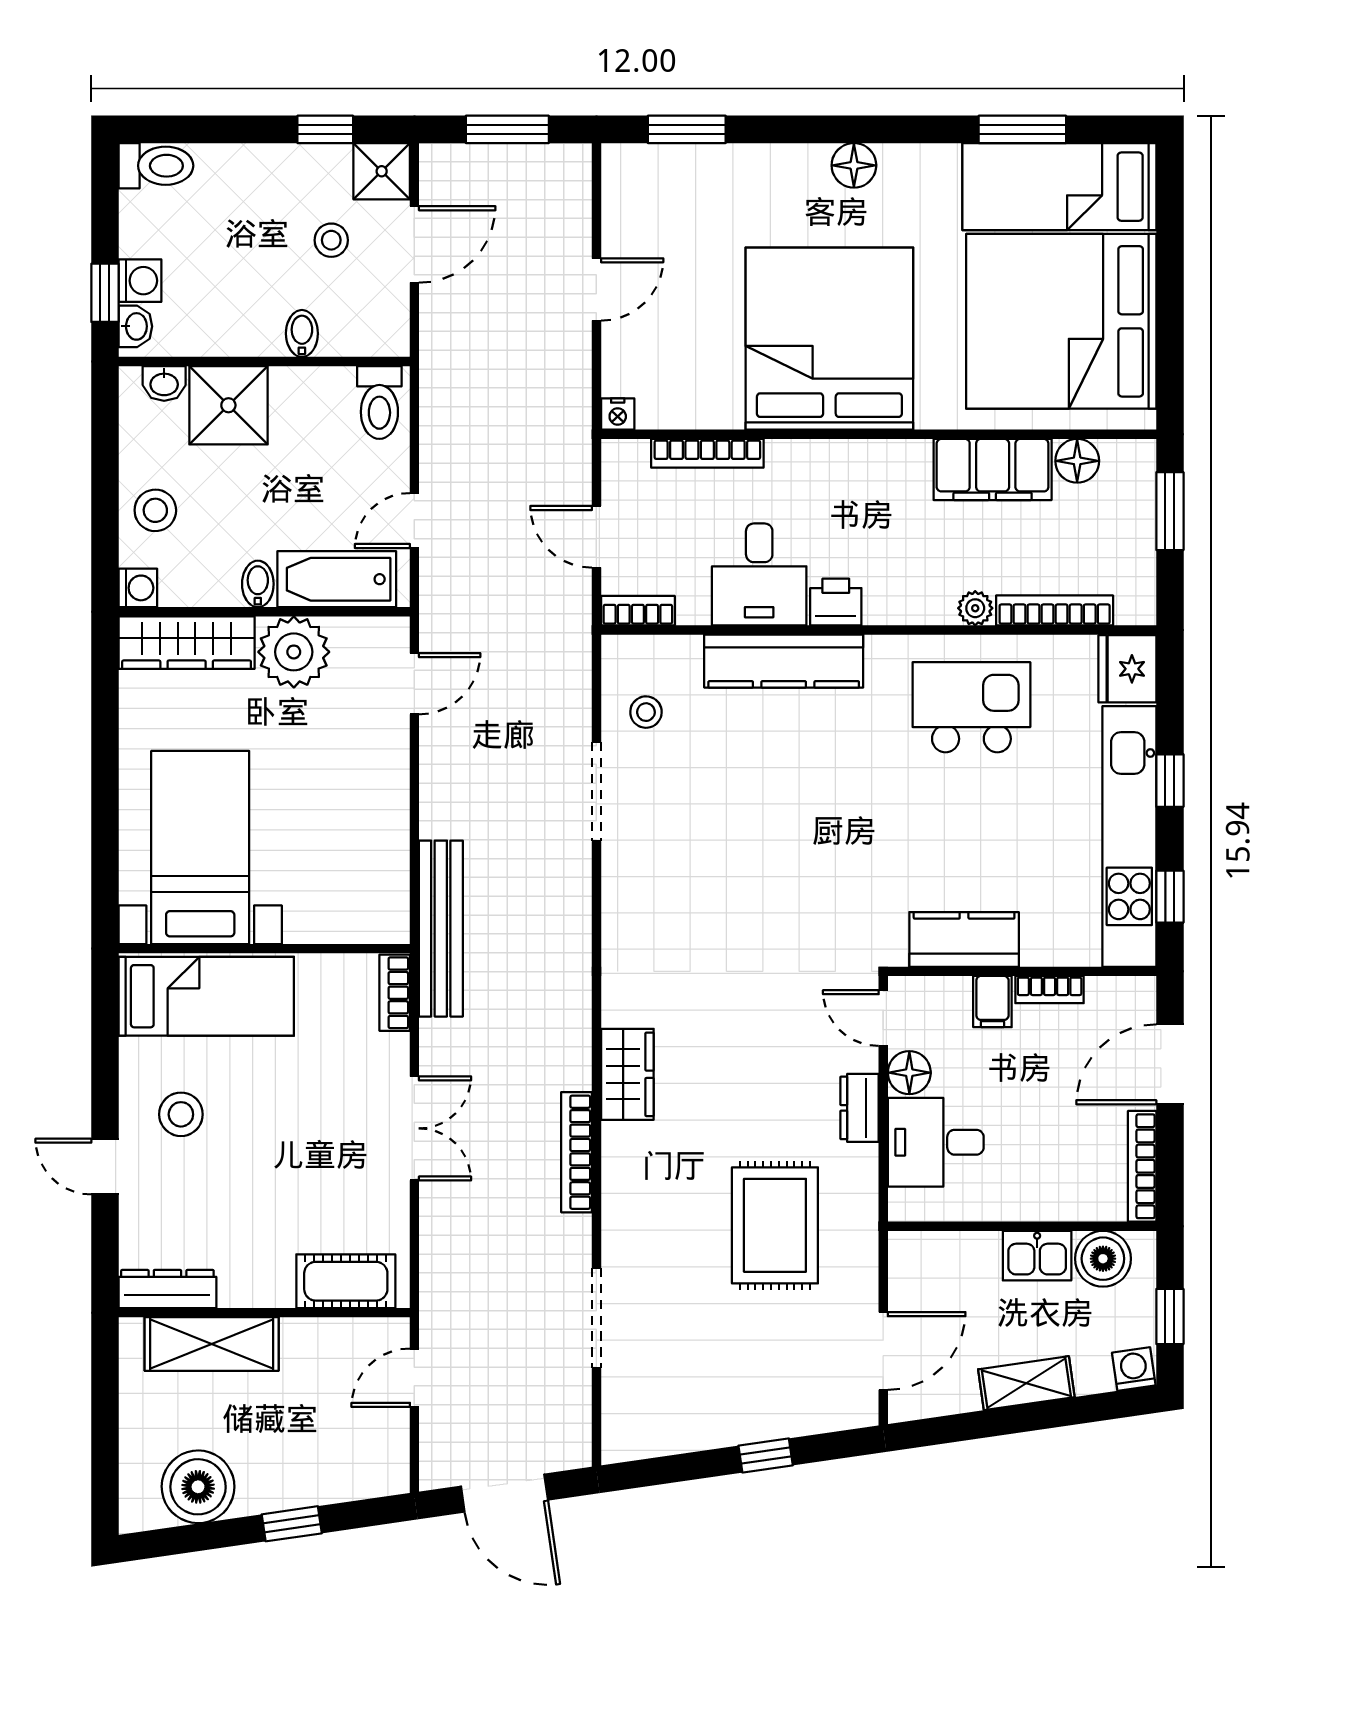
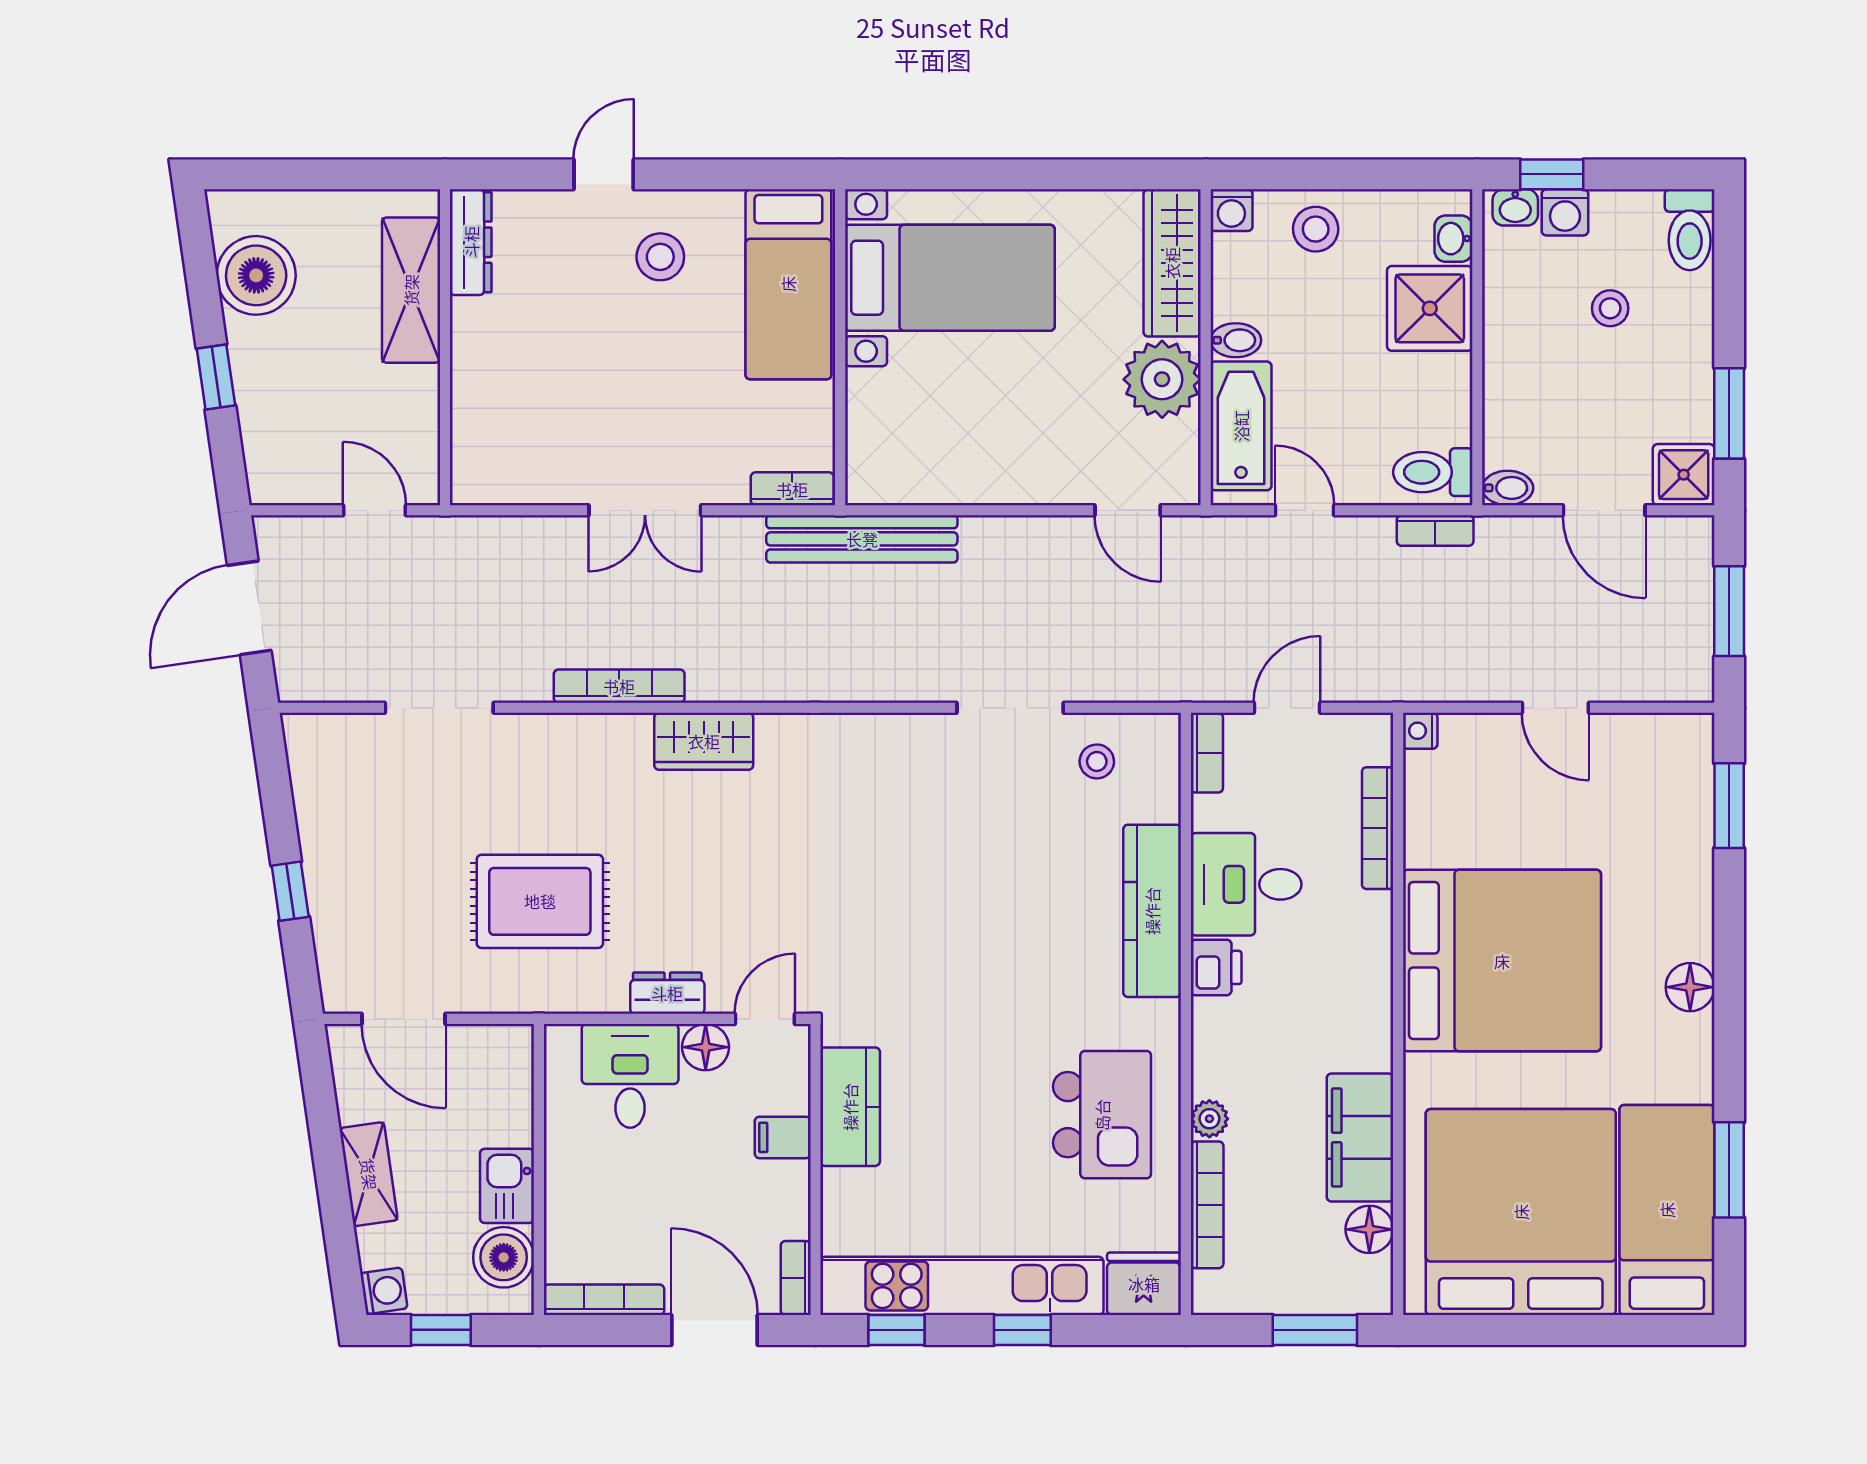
window: (325, 129) -> (1729, 413), width x1.50
stool: (331, 240) -> (1610, 308), moved
bidet: (302, 333) -> (1508, 488), moved
bookcase: (433, 400) -> (1435, 530), added
bookcase: (1050, 990) -> (796, 1278), moved
cot: (346, 1281) -> (479, 436), removed

